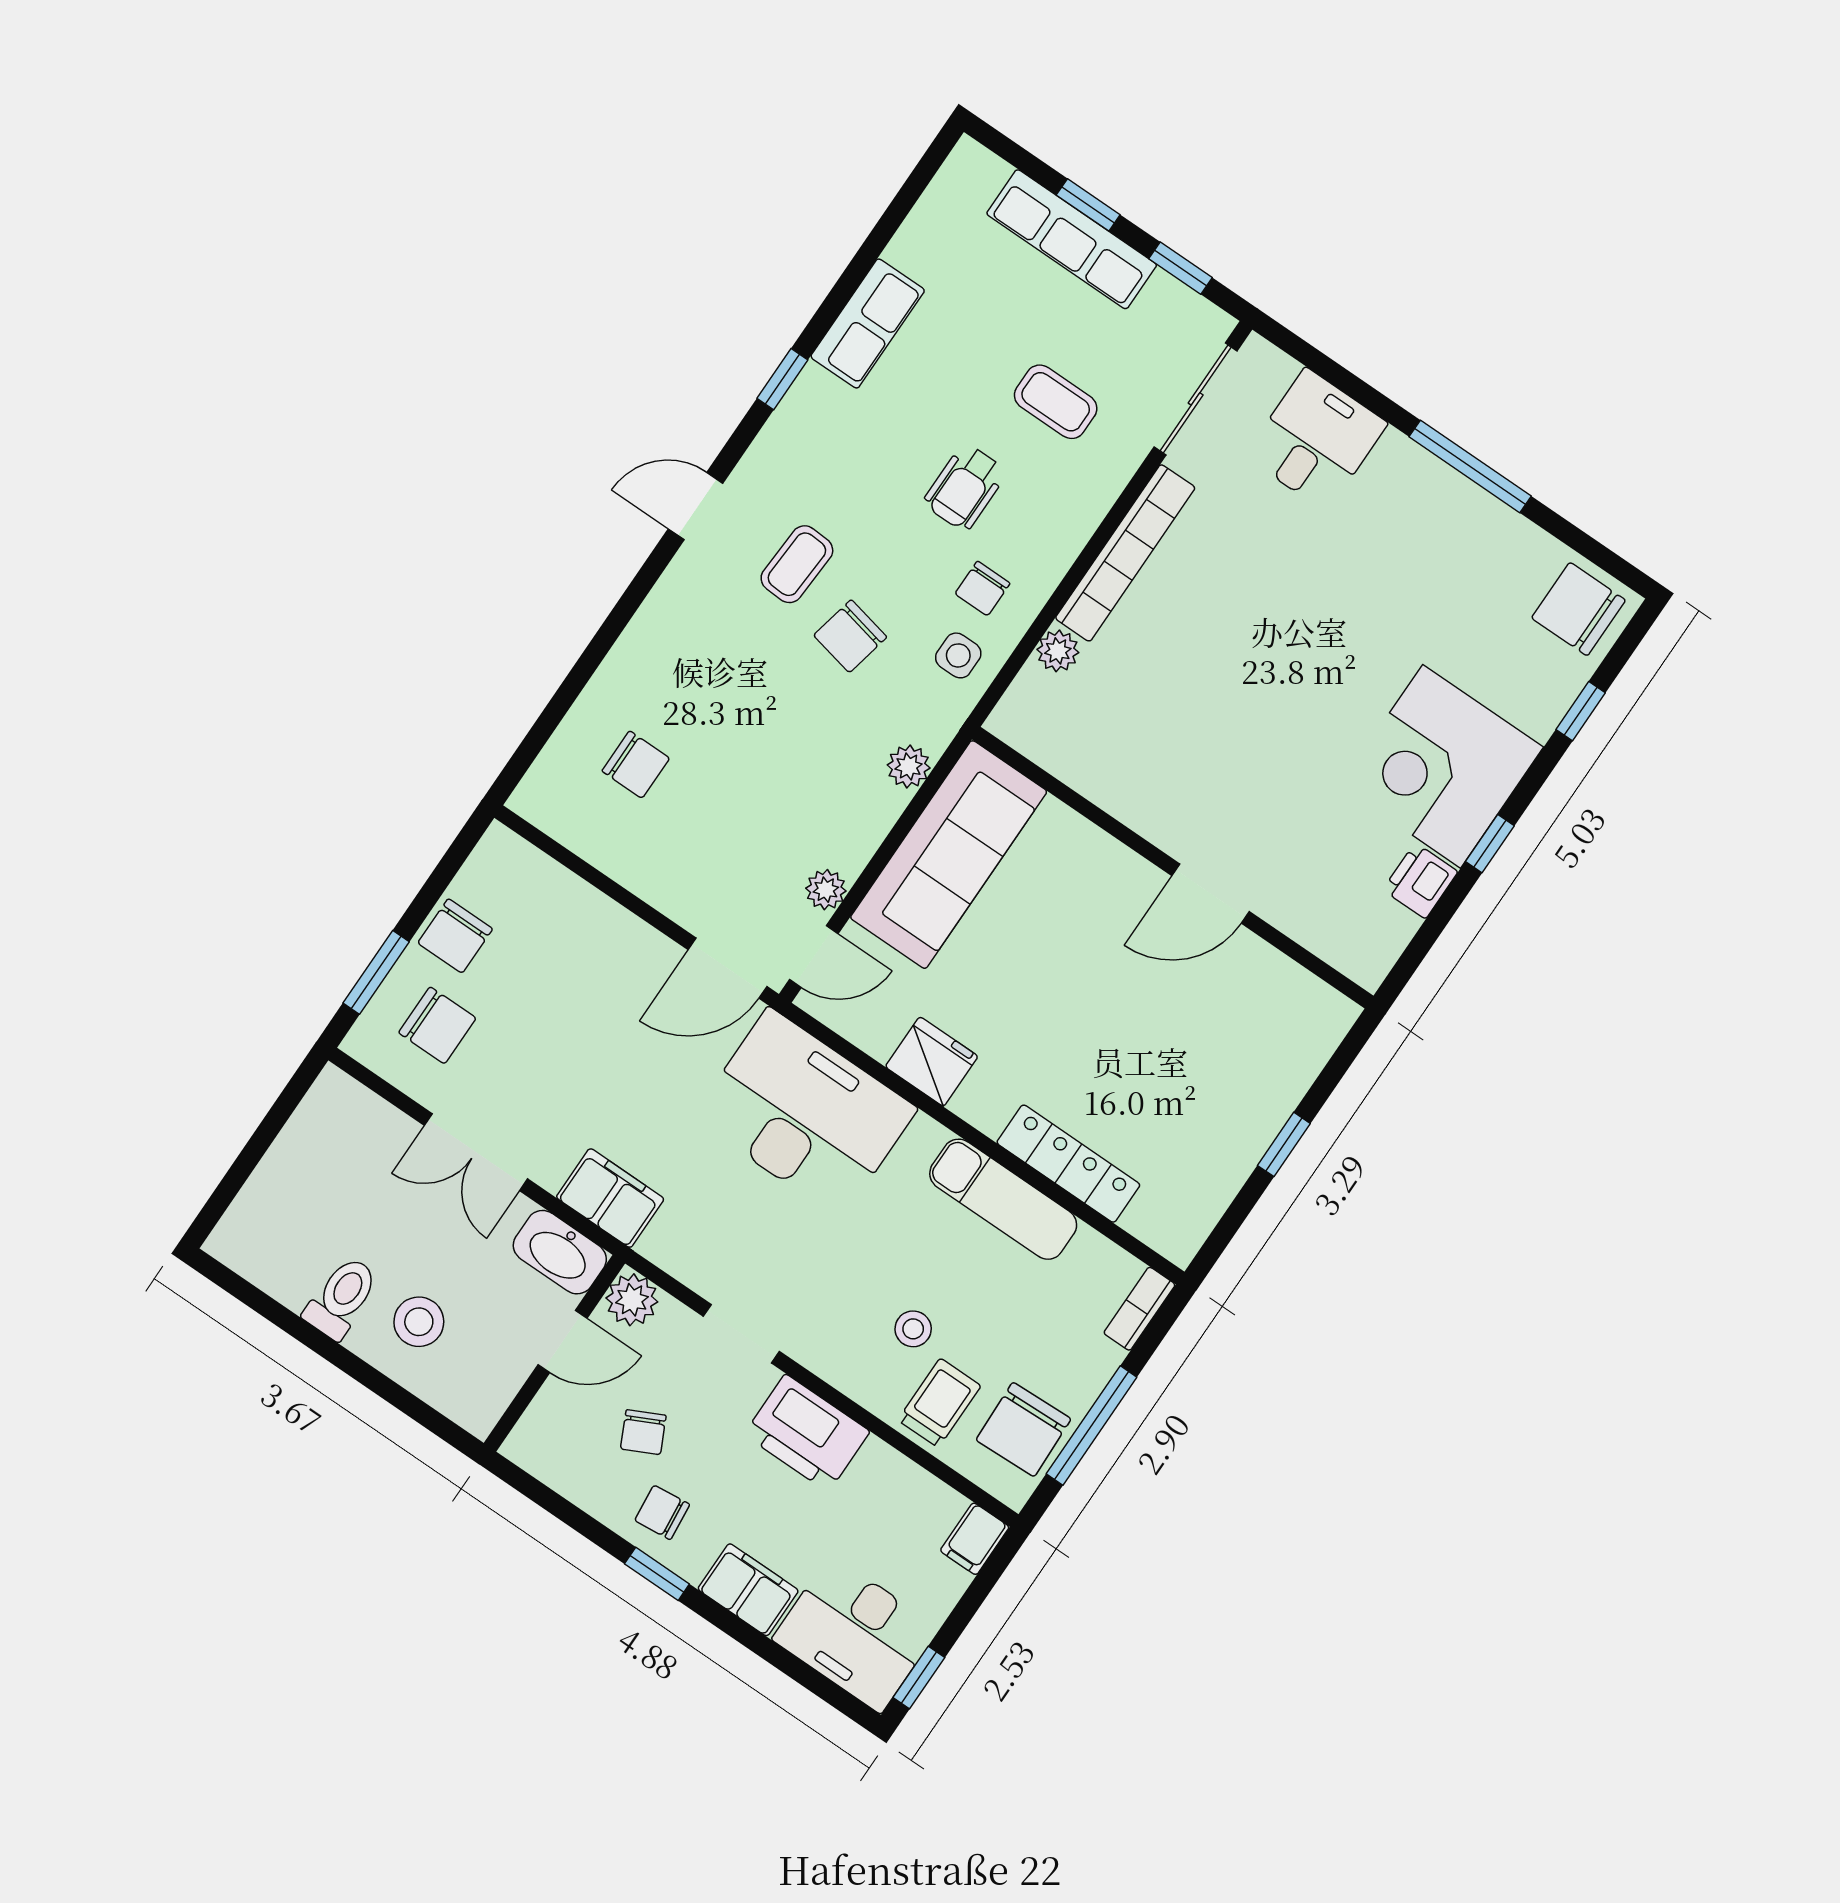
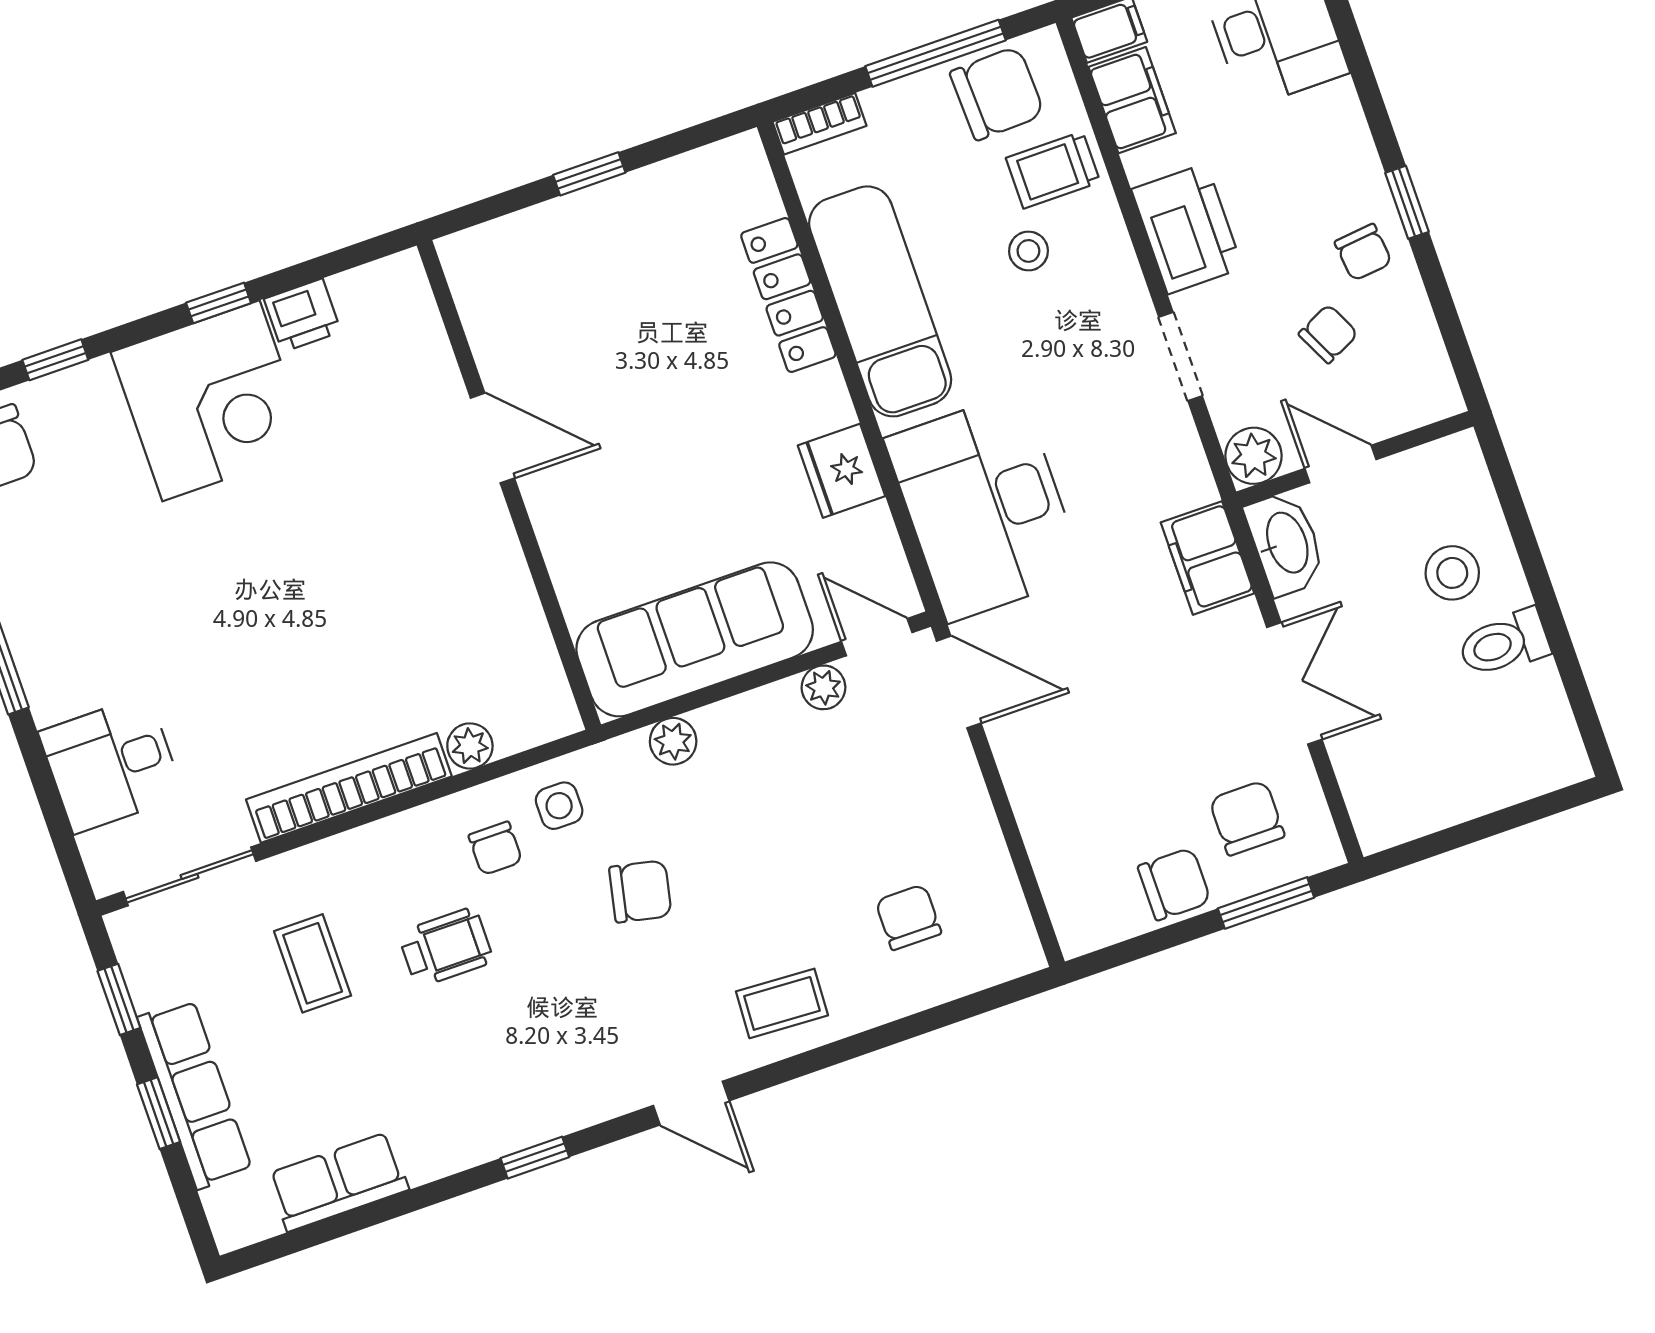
row of seats: (868, 324) -> (338, 1182), moved
coffee table: (797, 564) -> (782, 1003), moved
chair: (982, 589) -> (495, 848), turned 90
exam couch: (1003, 1199) -> (880, 301), width x1.36, depth x1.45
filing cabinet: (748, 1590) -> (1132, 100), moved, turned 180

